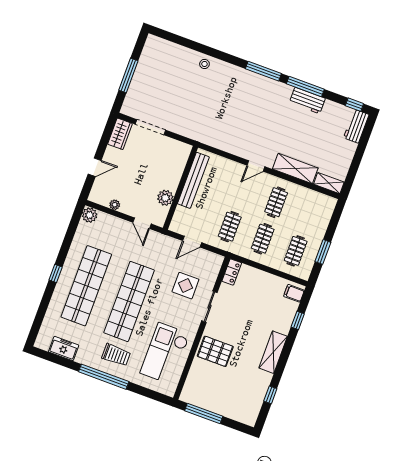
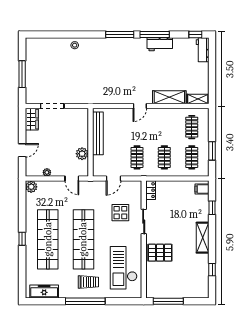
clothes rail: (276, 202) -> (192, 127), moved
freezer: (64, 348) -> (44, 291), width x1.40

